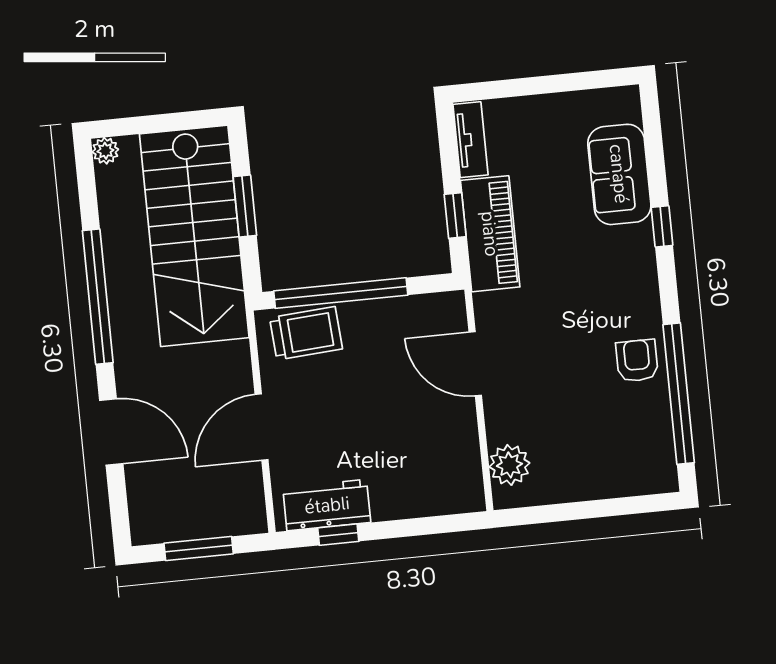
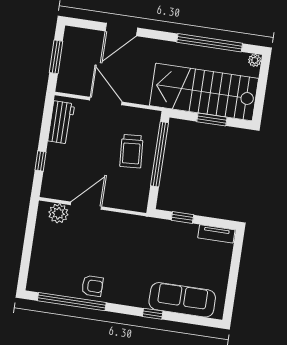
sofa: (619, 174) -> (182, 300), width x1.36
piano: (490, 234) -> (170, 232), removed
window: (98, 297) -> (210, 43), moved
trolley: (306, 333) -> (131, 151), moved
door: (475, 364) -> (86, 206), moved
window: (338, 535) -> (40, 161), moved

